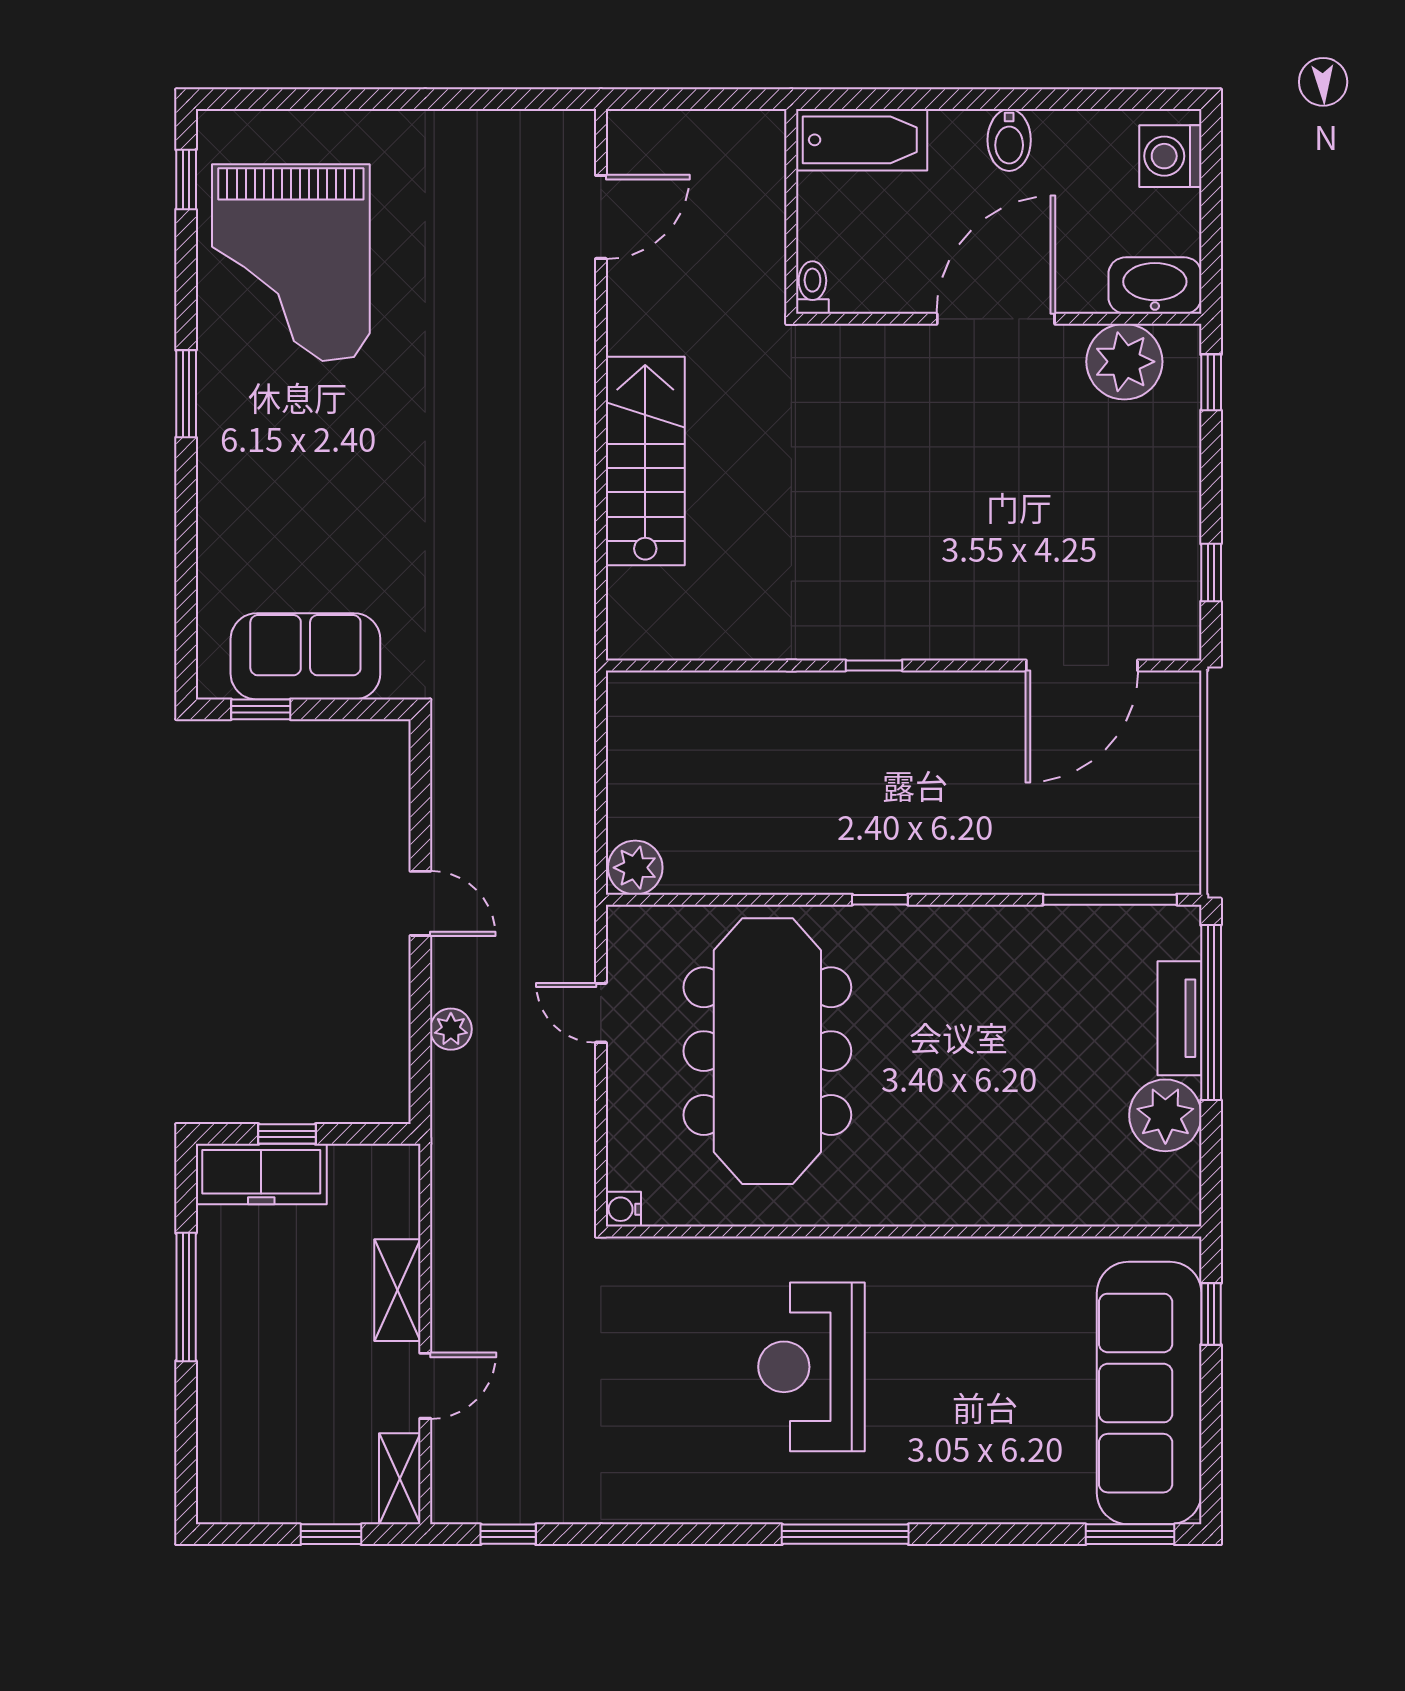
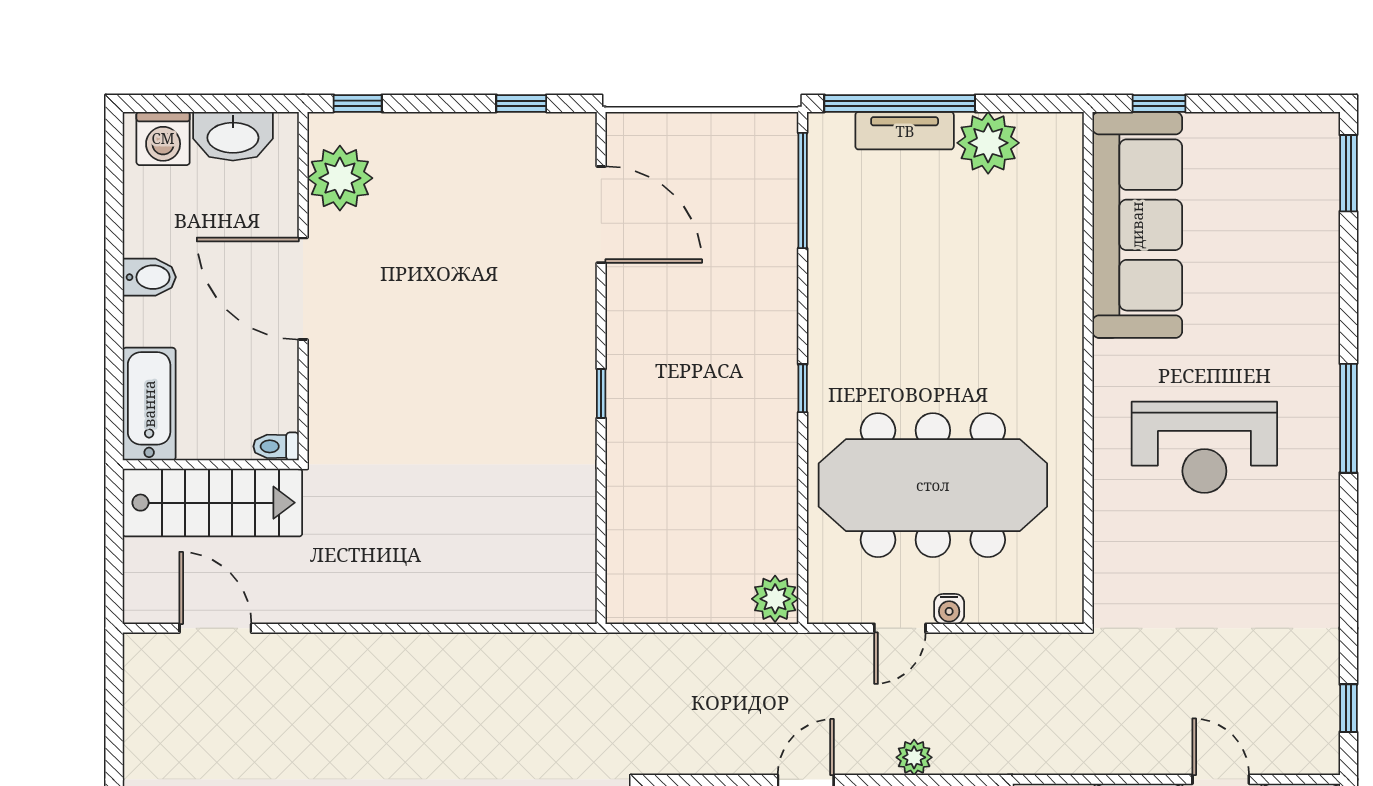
washbasin: (1155, 286) -> (233, 136), moved, turned -90
stairs: (645, 461) -> (212, 503), moved, turned 180
water cooler: (623, 1209) -> (949, 609), moved
sofa: (1149, 1393) -> (1137, 225), moved, turned -90

